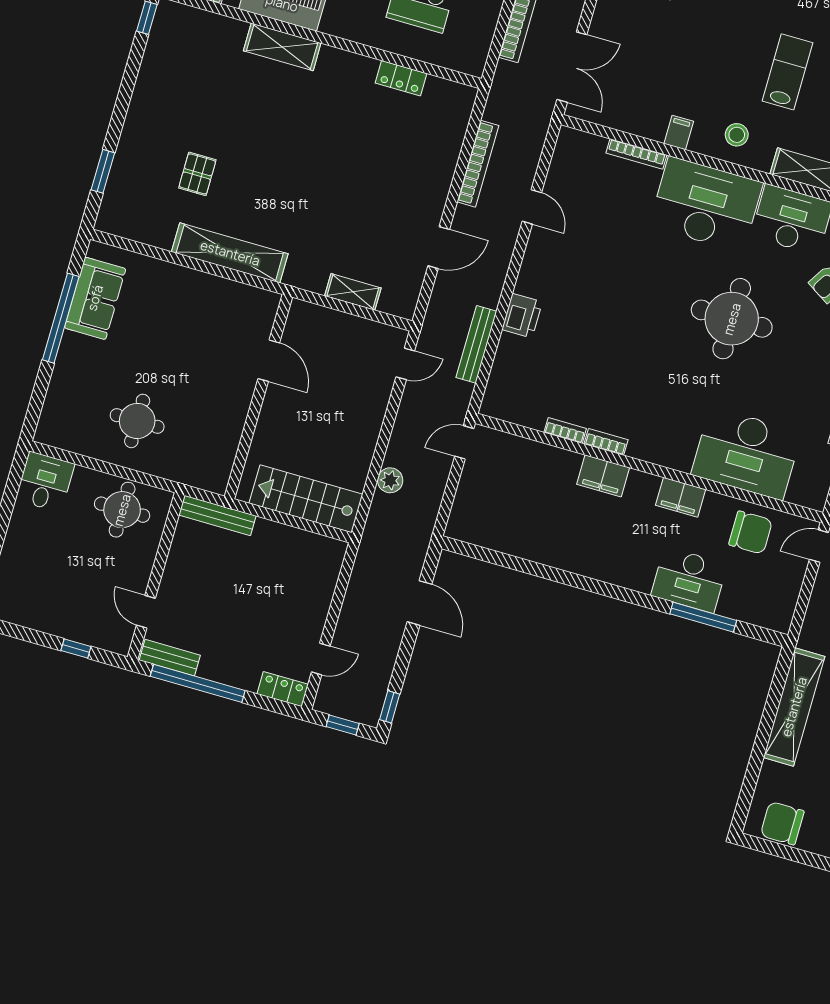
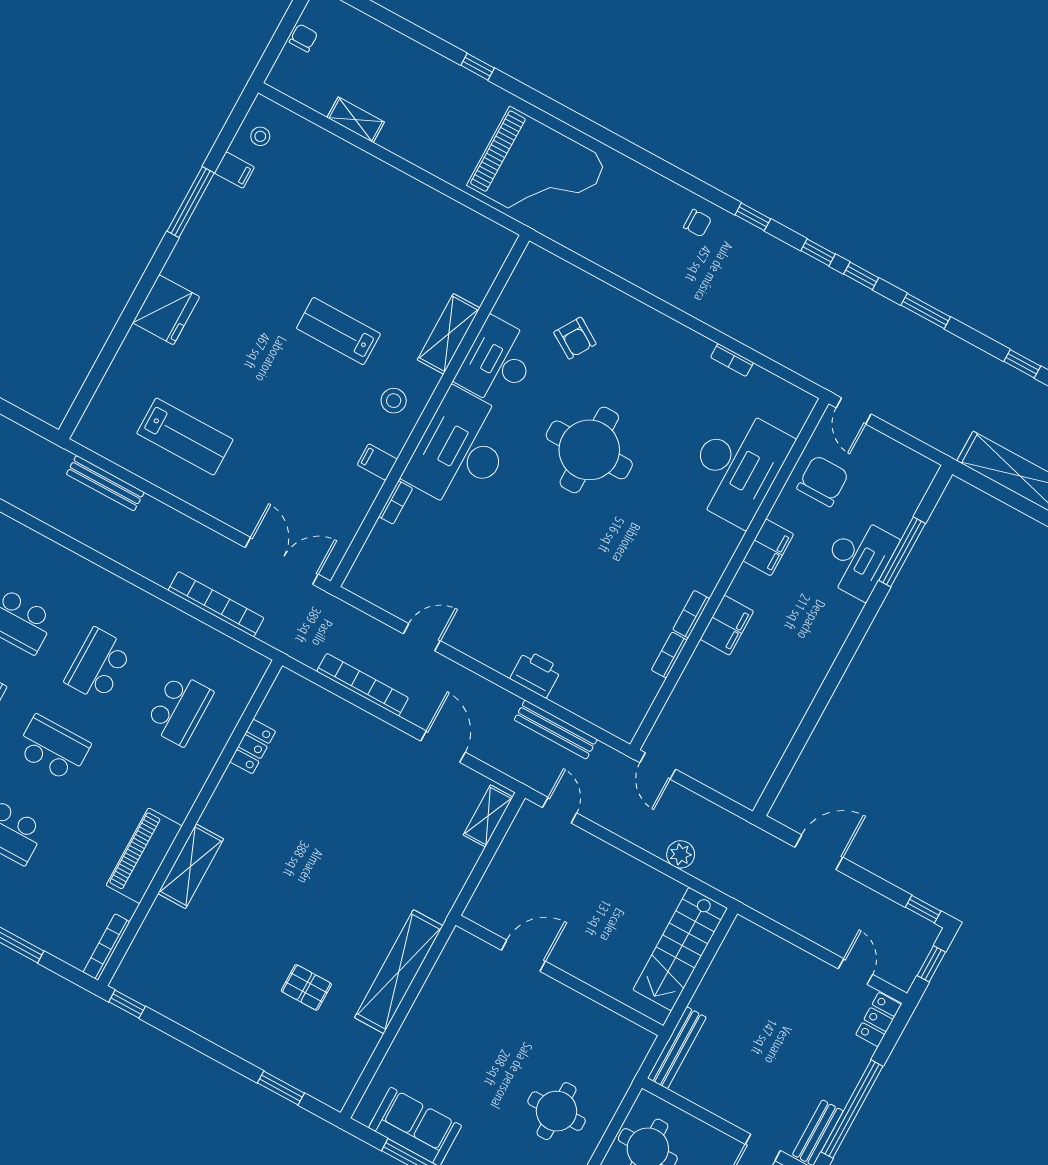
bookcase: (636, 154) -> (396, 502), width x0.64
shelving: (353, 292) -> (488, 816), moved

